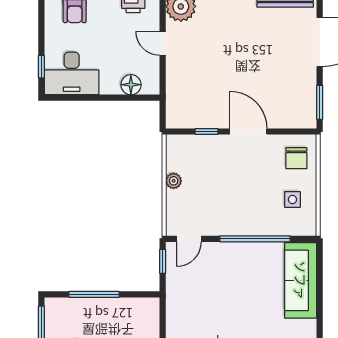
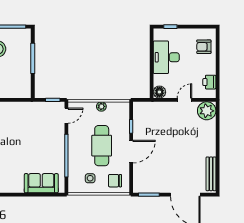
desk: (72, 73) -> (166, 57), moved
floor lamp: (131, 85) -> (159, 92), moved
cafe table: (238, 180) -> (102, 146), added
door: (189, 239) -> (66, 116), swing flipped
sofa: (301, 280) -> (41, 183), width x0.73

